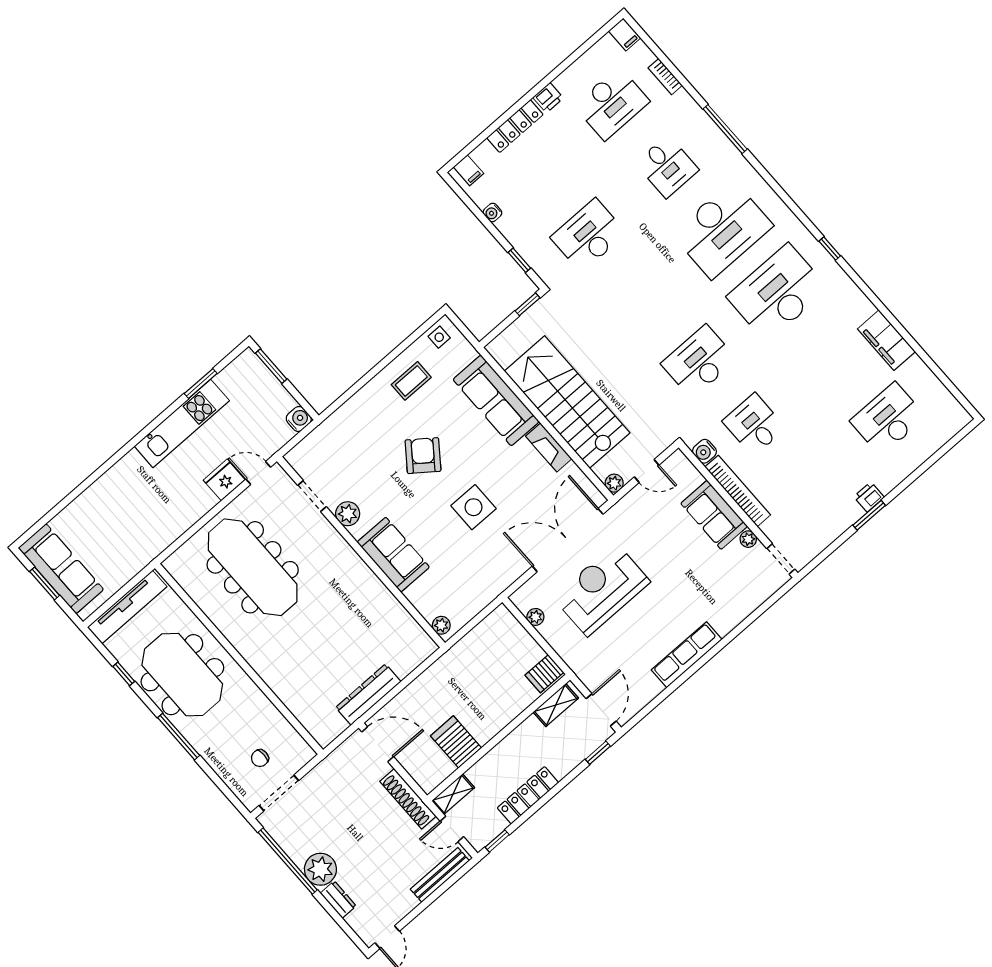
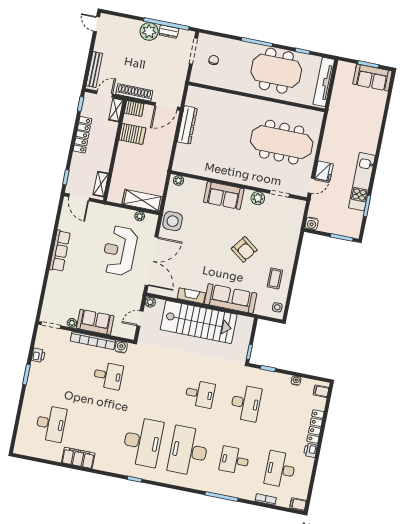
desk: (699, 362) -> (200, 394), moved, width x0.73
printer: (869, 497) -> (38, 355), moved
side table: (474, 507) -> (173, 221), moved
sofa: (61, 569) -> (372, 78), width x0.73
reception desk: (602, 590) -> (120, 251), turned 180
shelving: (514, 637) -> (142, 200), added
server rack: (544, 674) -> (134, 108), moved, turned 90
dresser: (338, 900) -> (169, 32), moved

